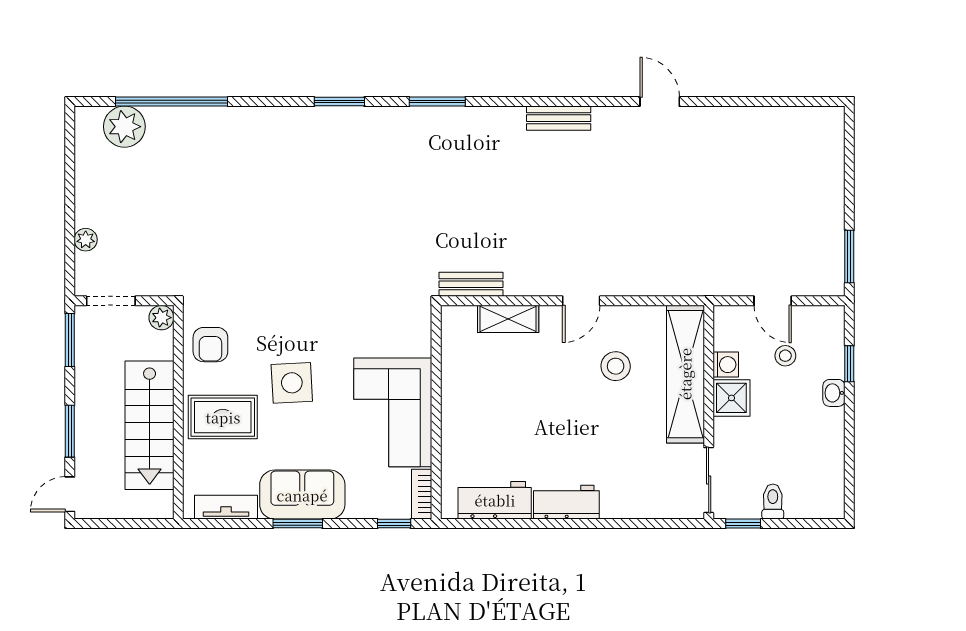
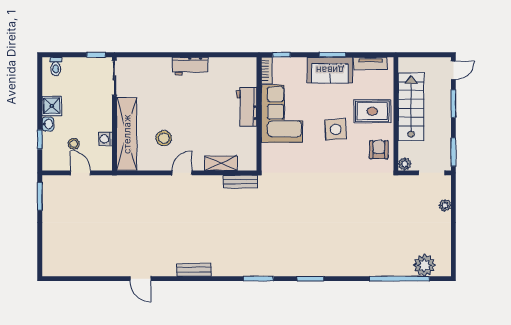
shower: (731, 398) -> (52, 106), moved
workbench: (495, 500) -> (247, 107), moved, turned 90
toilet: (773, 502) -> (56, 66), moved

